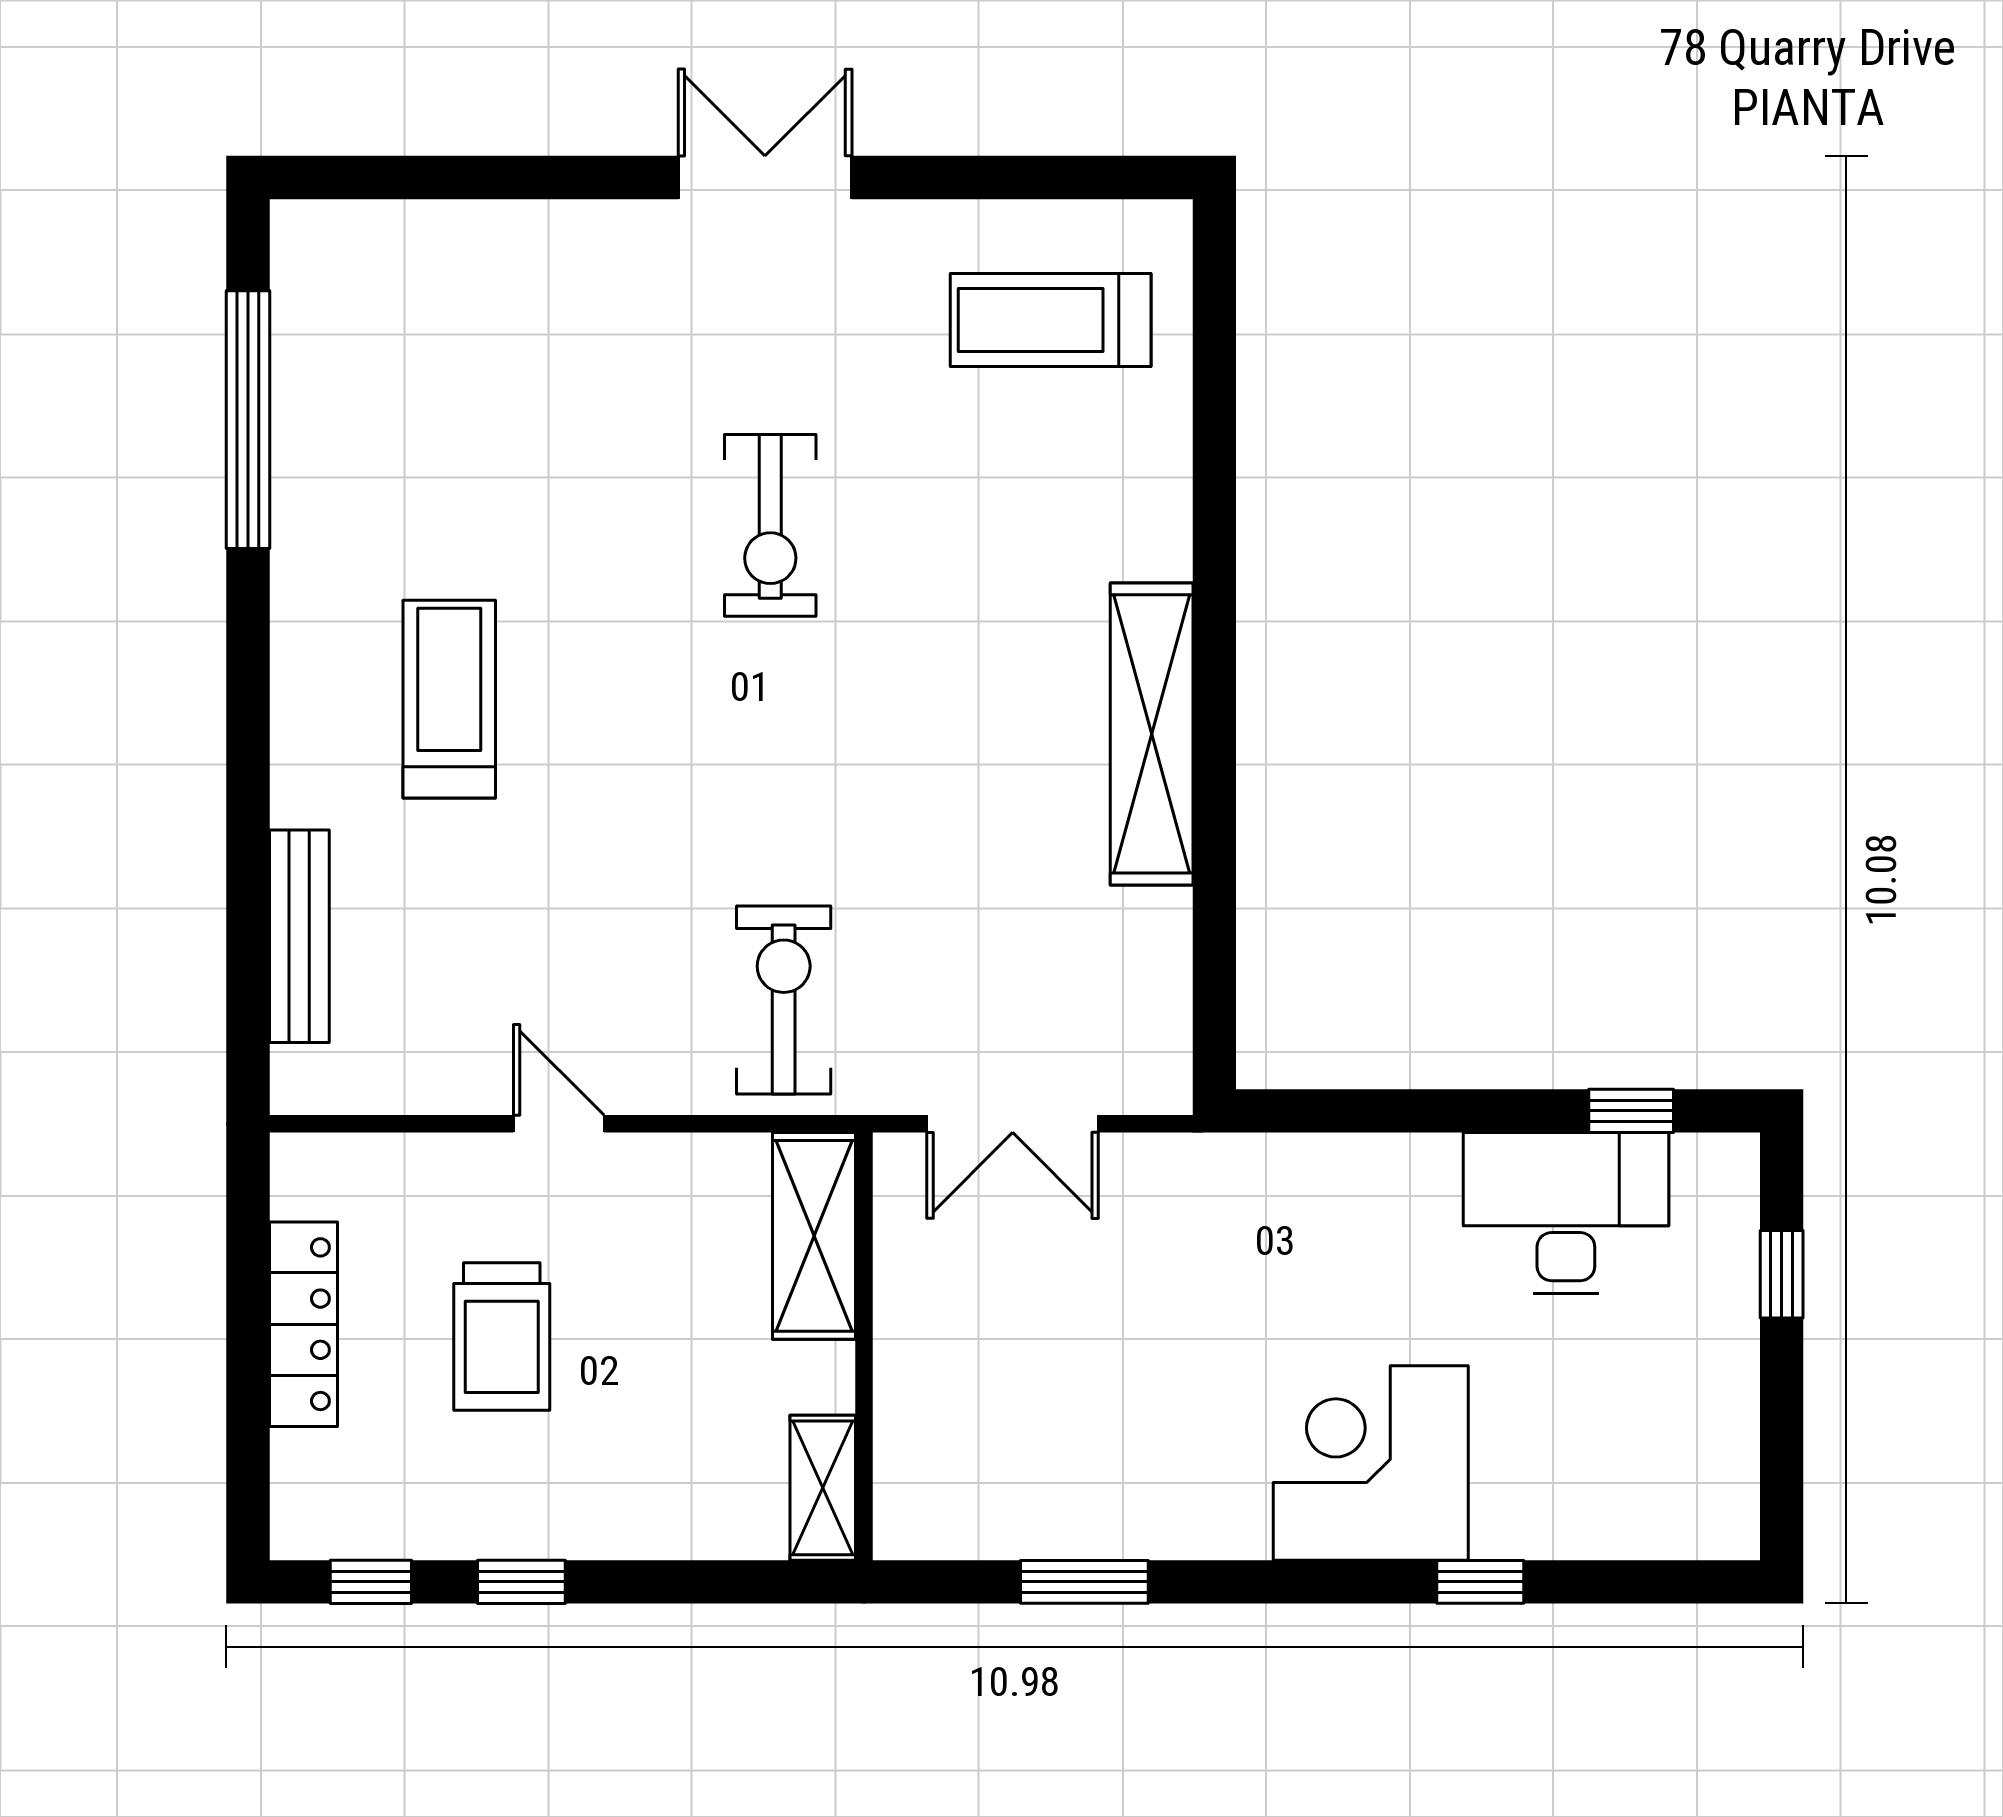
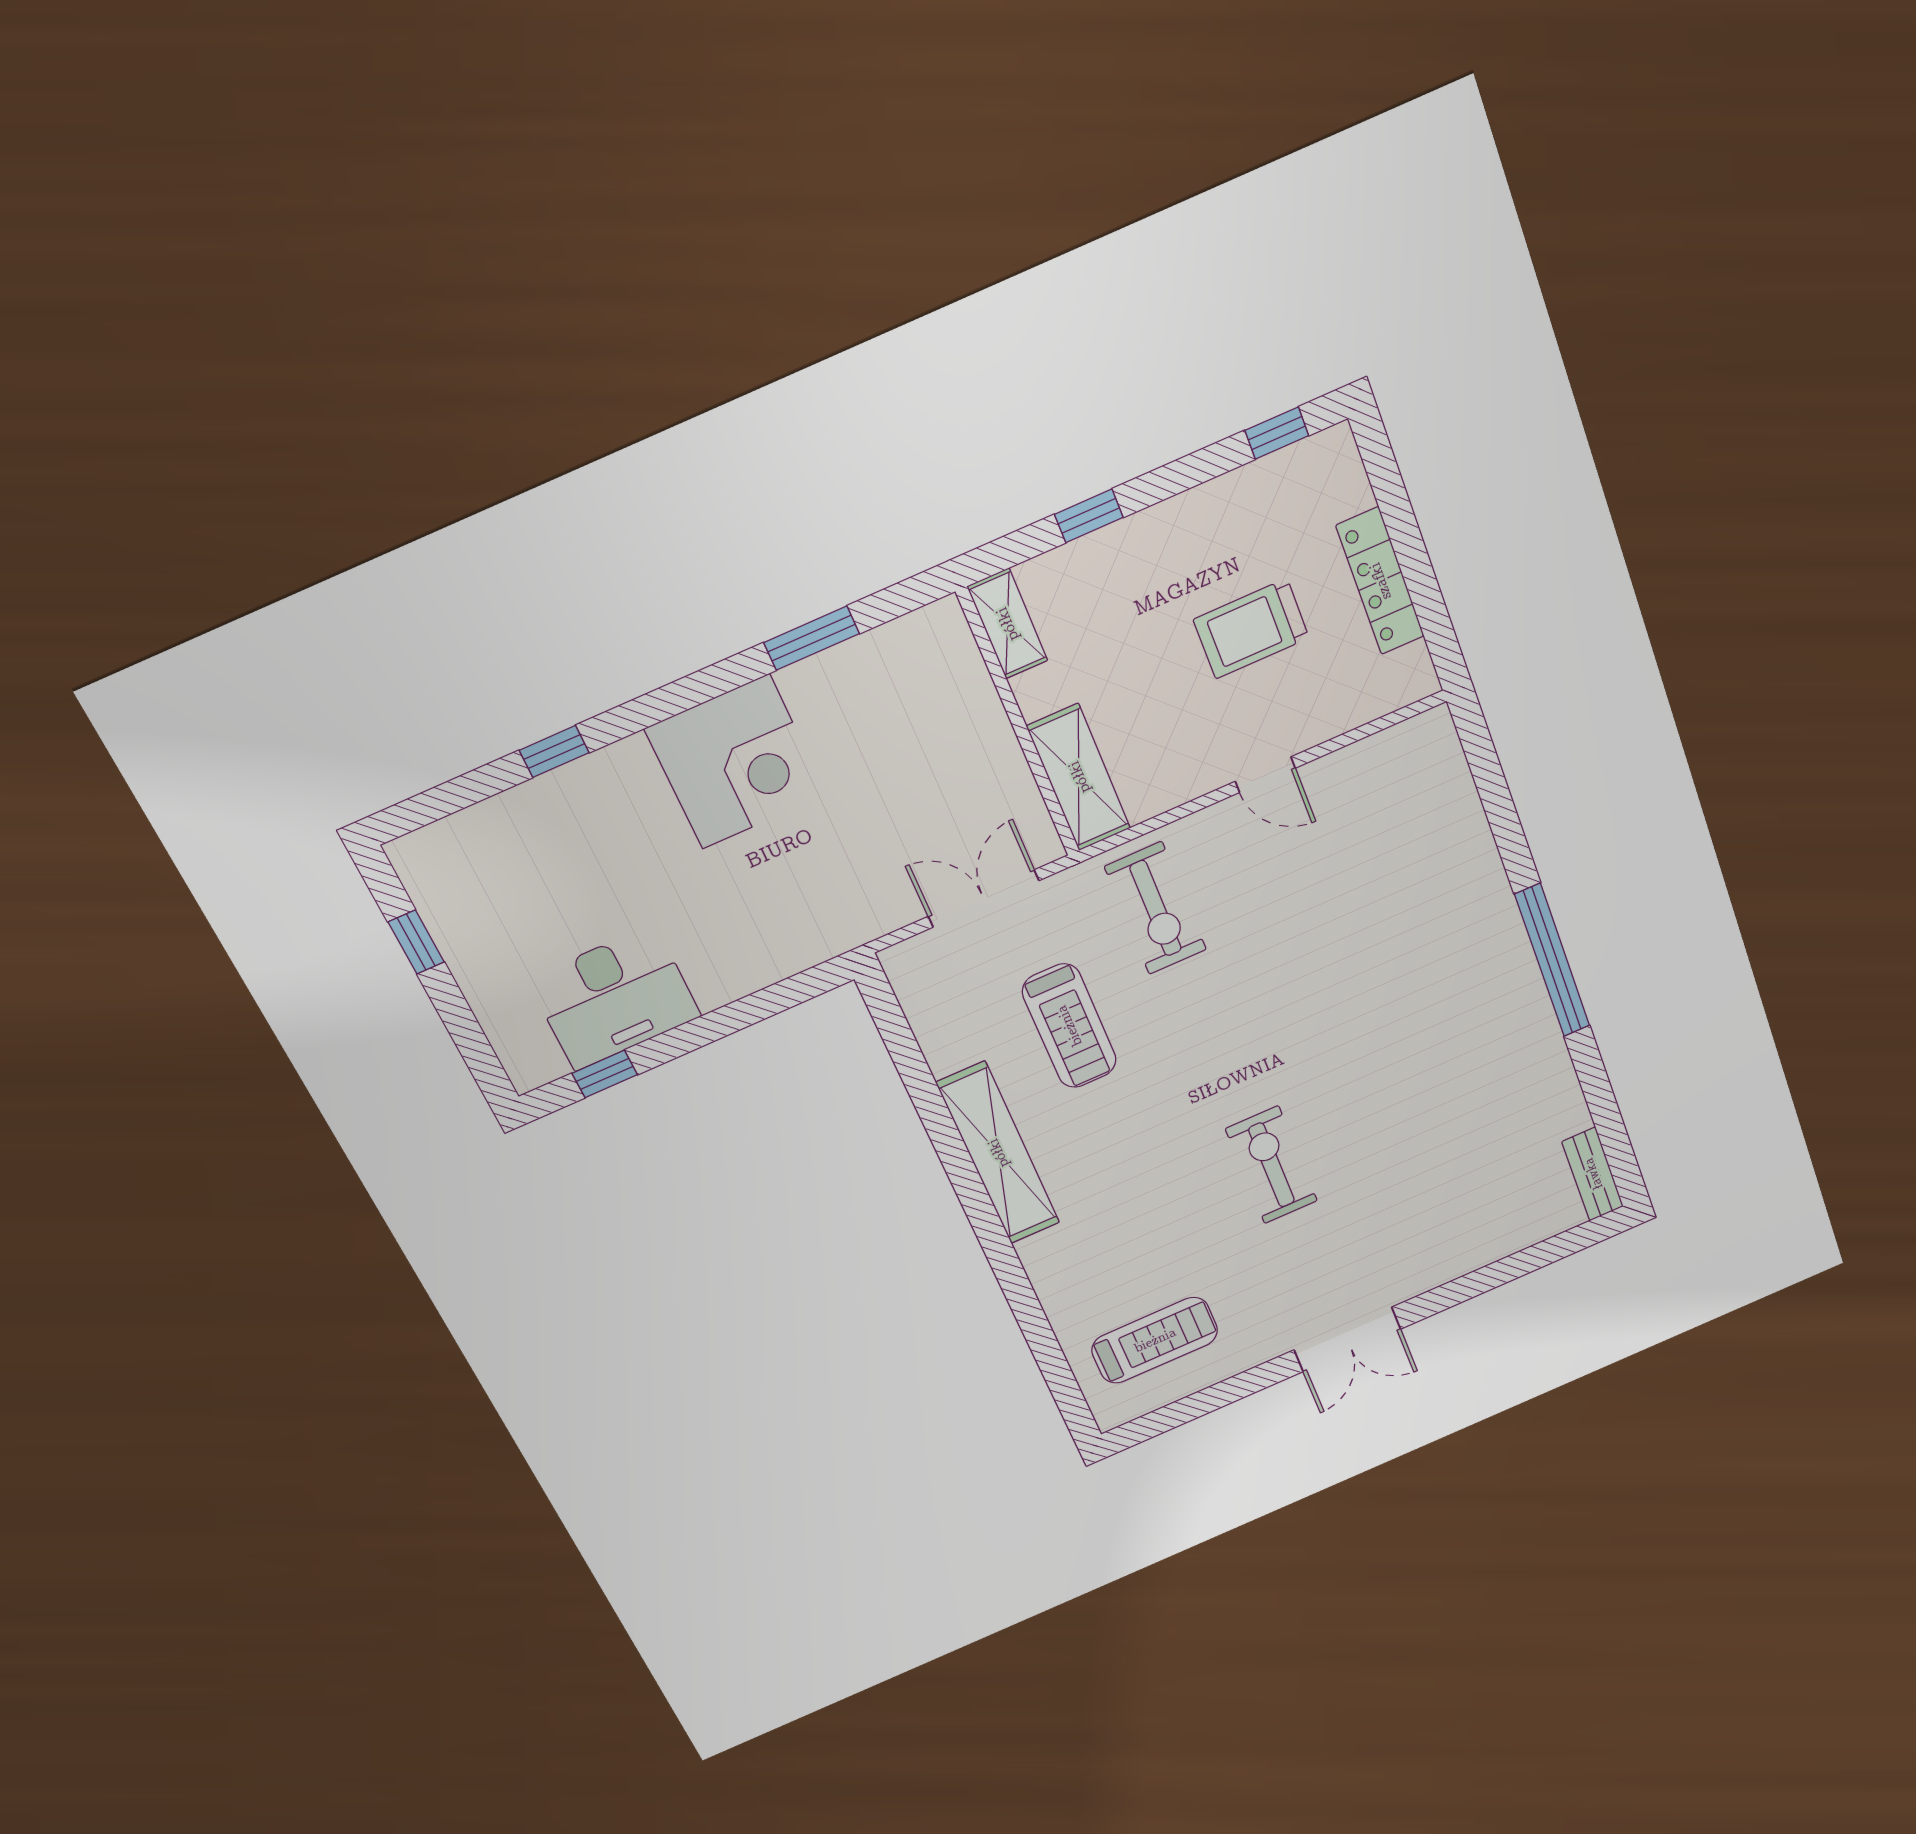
window: (248, 420) -> (1552, 960), moved
treadmill: (449, 699) -> (1069, 1026), moved
bench: (299, 936) -> (1593, 1174), moved, width x0.73
window: (1782, 1274) -> (416, 942), moved
trolley: (502, 1337) -> (1251, 629), turned -90
corner desk: (1371, 1463) -> (736, 762), moved
window: (521, 1582) -> (1089, 516), moved

